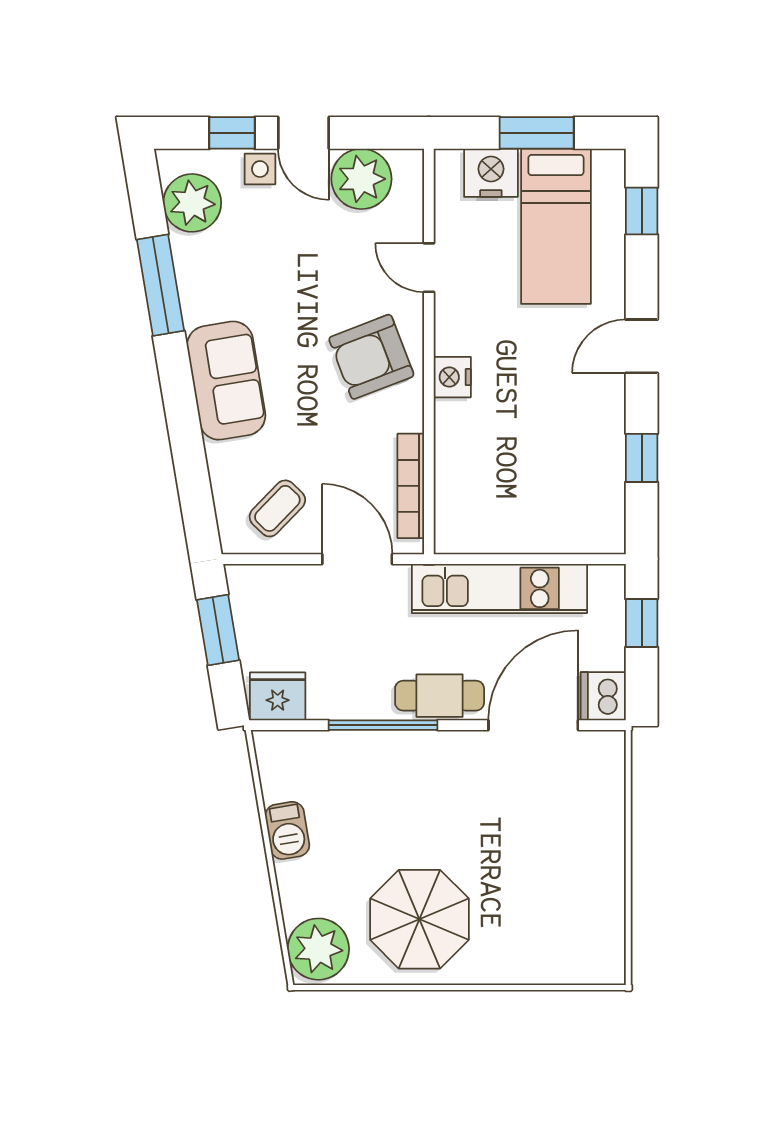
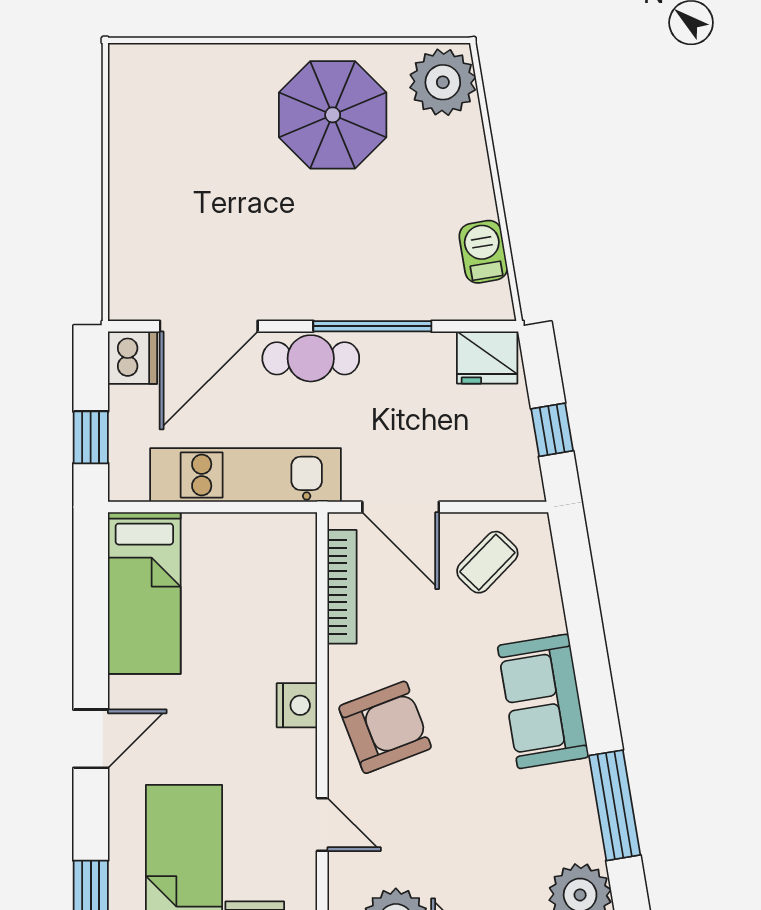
window: (642, 458) -> (91, 617), removed
bed: (592, 480) -> (144, 593), added
window: (218, 630) -> (552, 430), width x0.67
barbecue: (287, 830) -> (483, 252), moved

